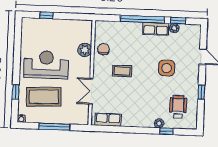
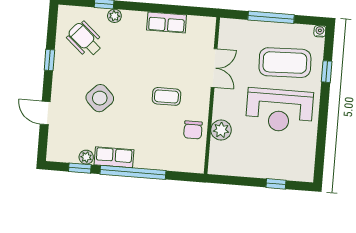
side table: (167, 68) -> (100, 98), turned 45
wheelchair: (178, 107) -> (85, 39), turned 131
row of seats: (108, 120) -> (167, 22), moved

